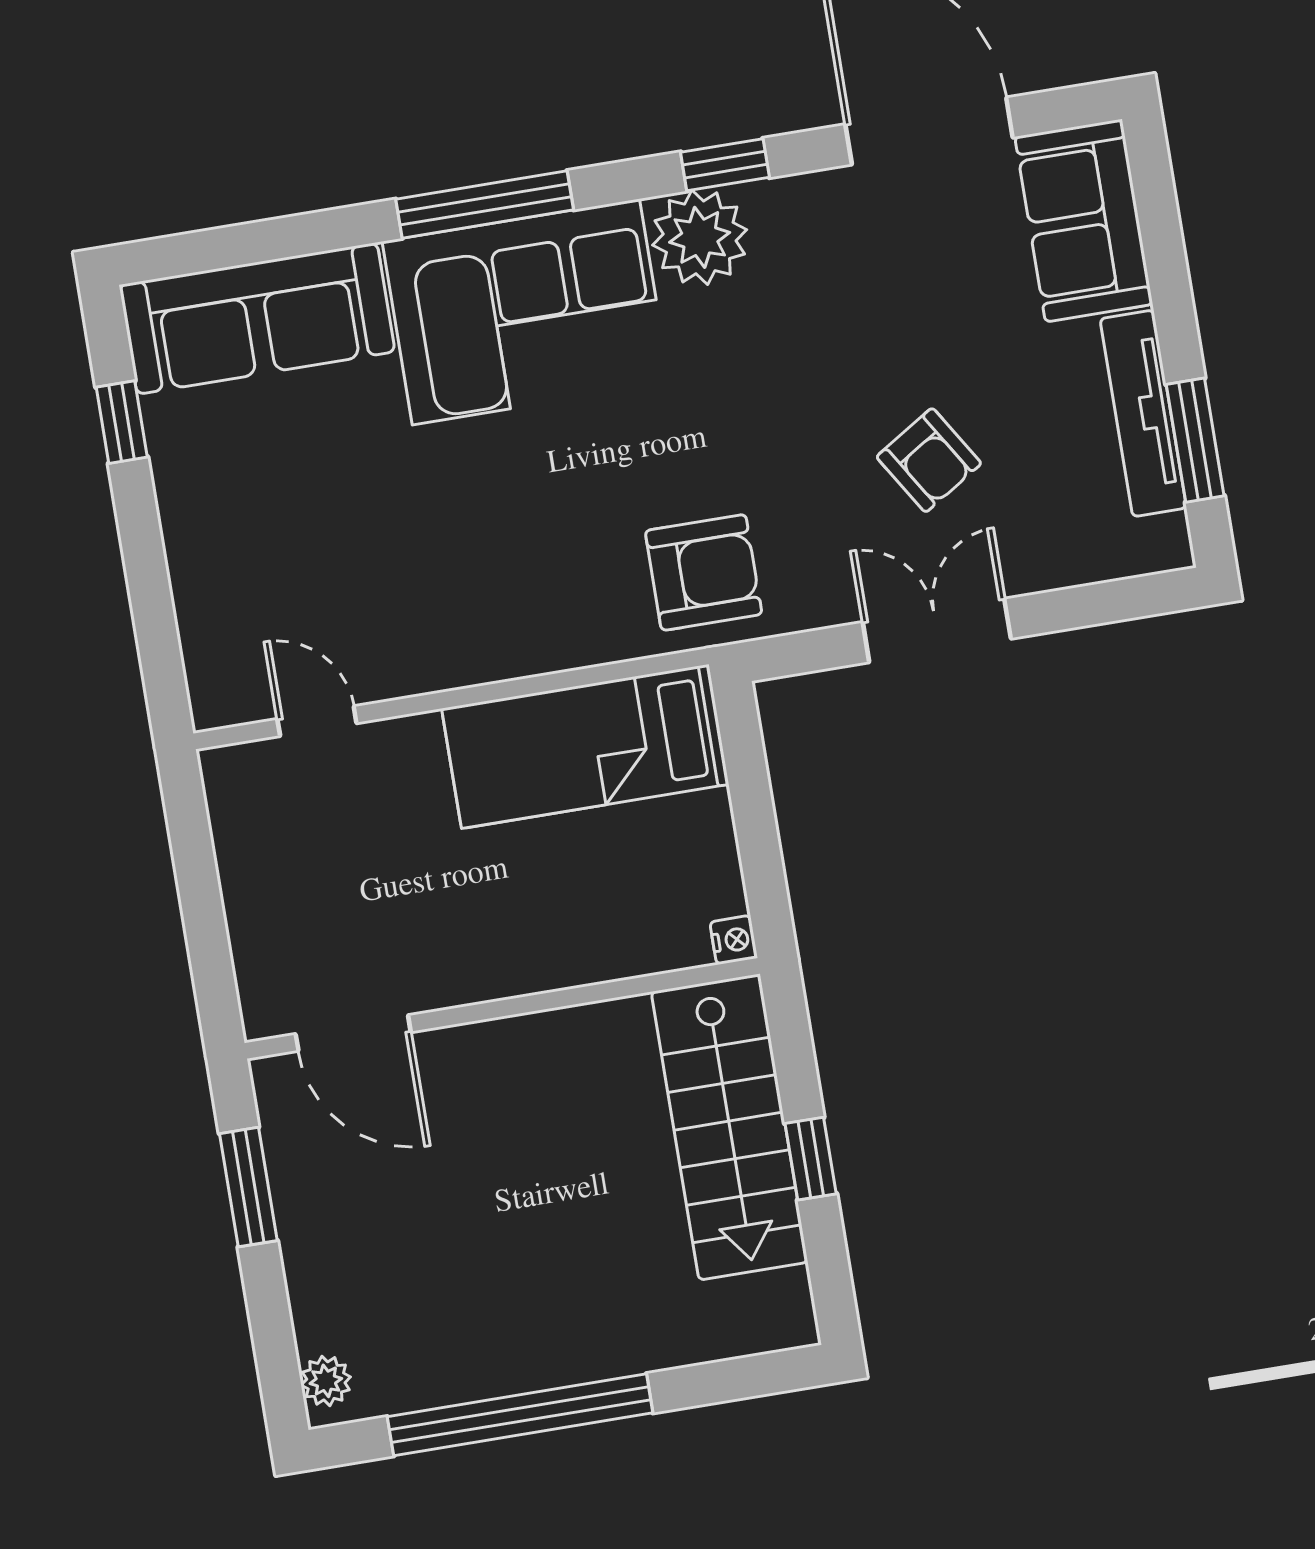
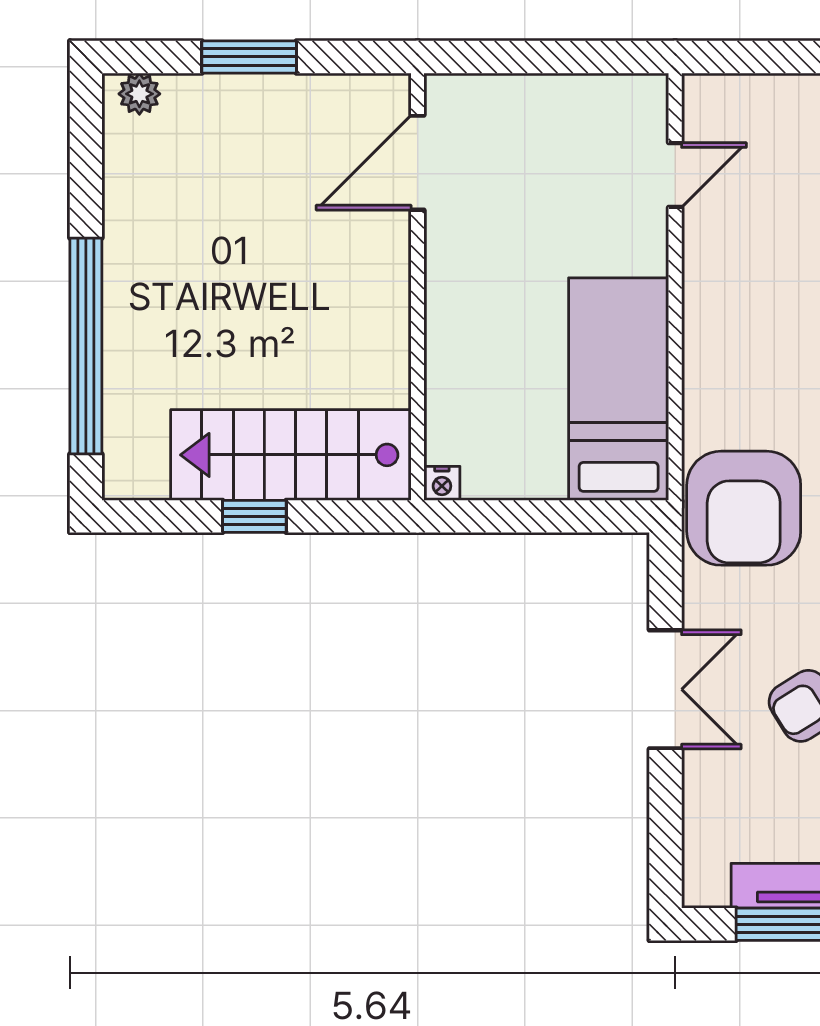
armchair: (704, 572) -> (744, 508), width x1.36, depth x1.36
window: (248, 1187) -> (249, 57), moved
window: (520, 1415) -> (86, 346), moved

